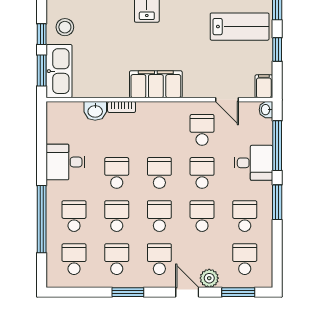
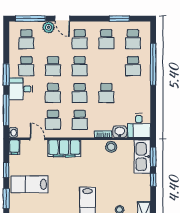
stool: (65, 27) -> (111, 147), moved
filing cabinet: (156, 84) -> (64, 148), moved
desk: (66, 162) -> (139, 126), moved, turned 90
desk: (253, 163) -> (21, 89), moved
school desk: (117, 216) -> (80, 120), moved
window: (128, 292) -> (119, 19), moved
window: (238, 292) -> (30, 19), width x1.44

